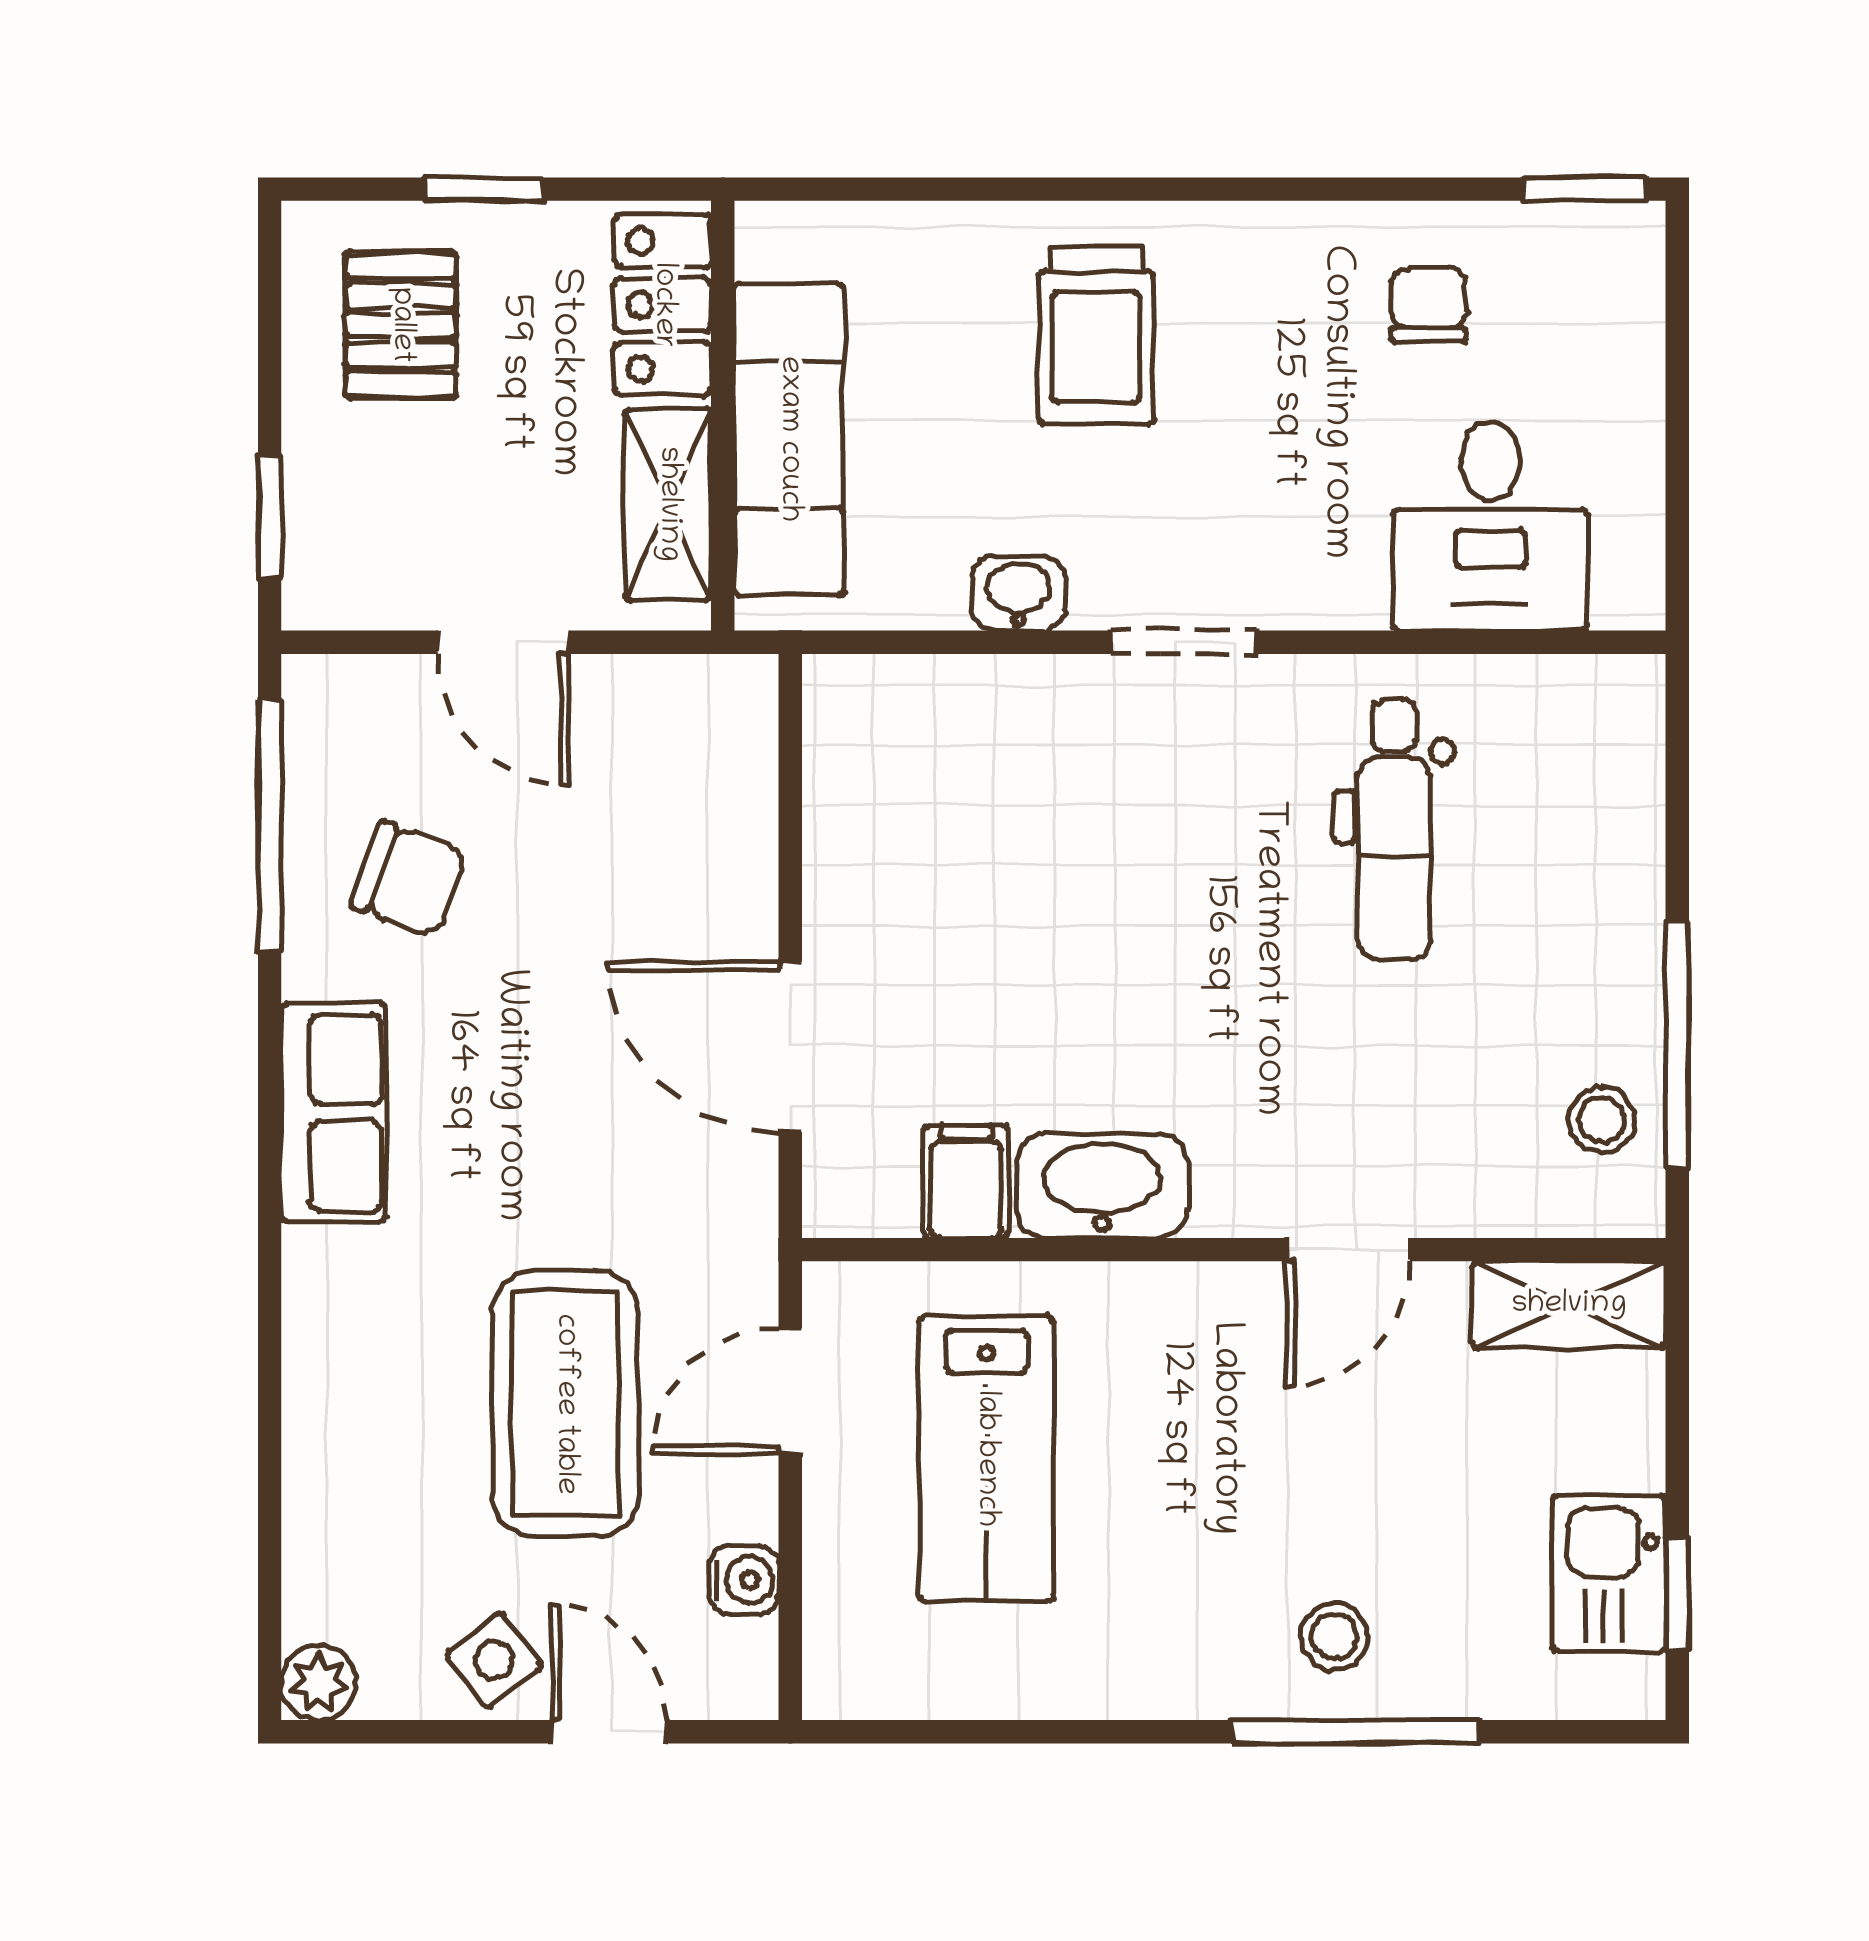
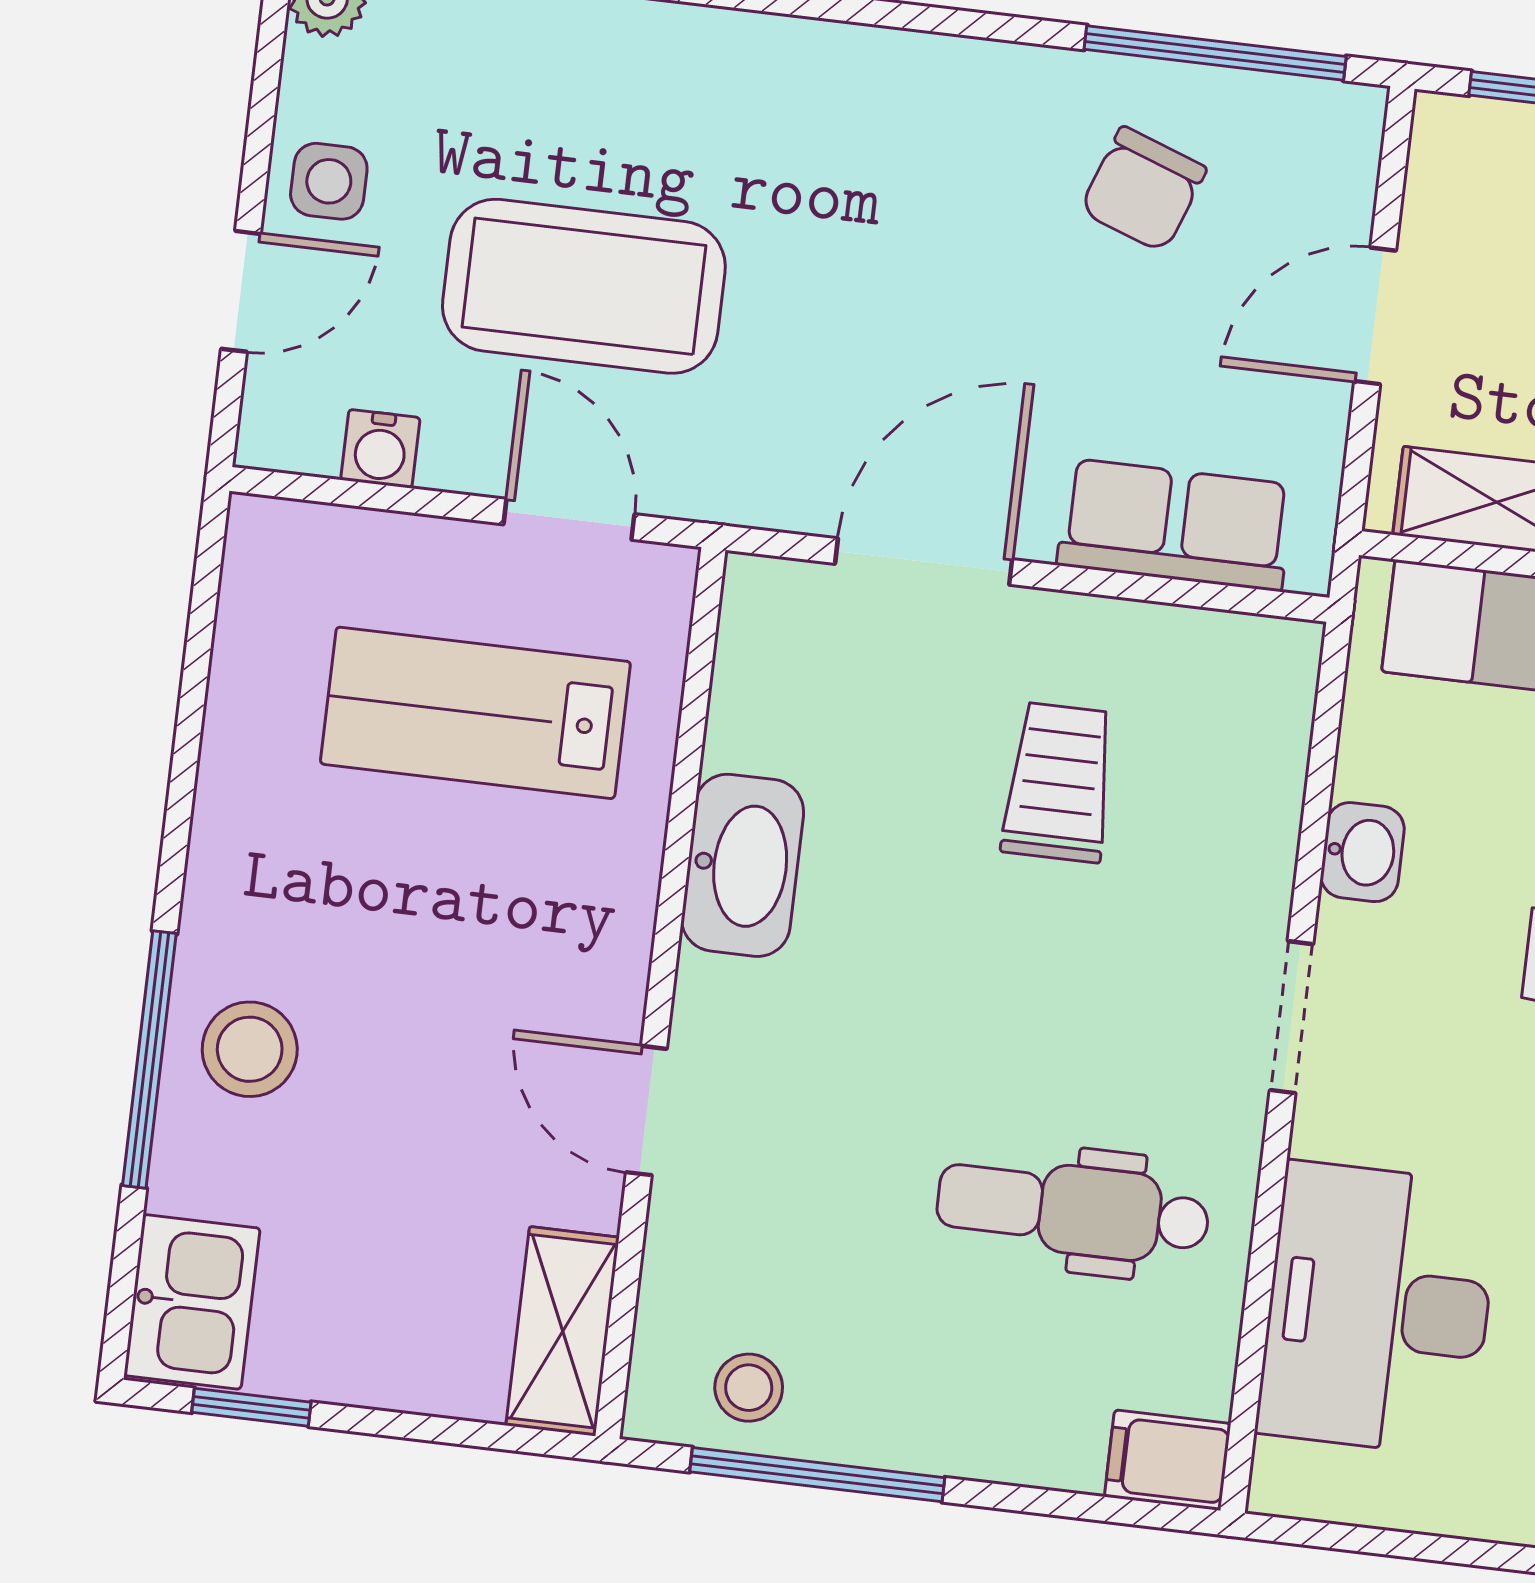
desk: (1490, 526) -> (1378, 1309), width x1.37
trolley: (986, 892) -> (1059, 782), added
row of seats: (333, 1113) -> (1175, 525), moved, turned 180
filing cabinet: (966, 1182) -> (1168, 1460), moved, turned 180
kitchen sink: (1609, 1573) -> (192, 1302), moved, turned 90
stool: (1334, 1637) -> (250, 1049), width x1.37, depth x1.37
side table: (494, 1660) -> (329, 181), turned 37

